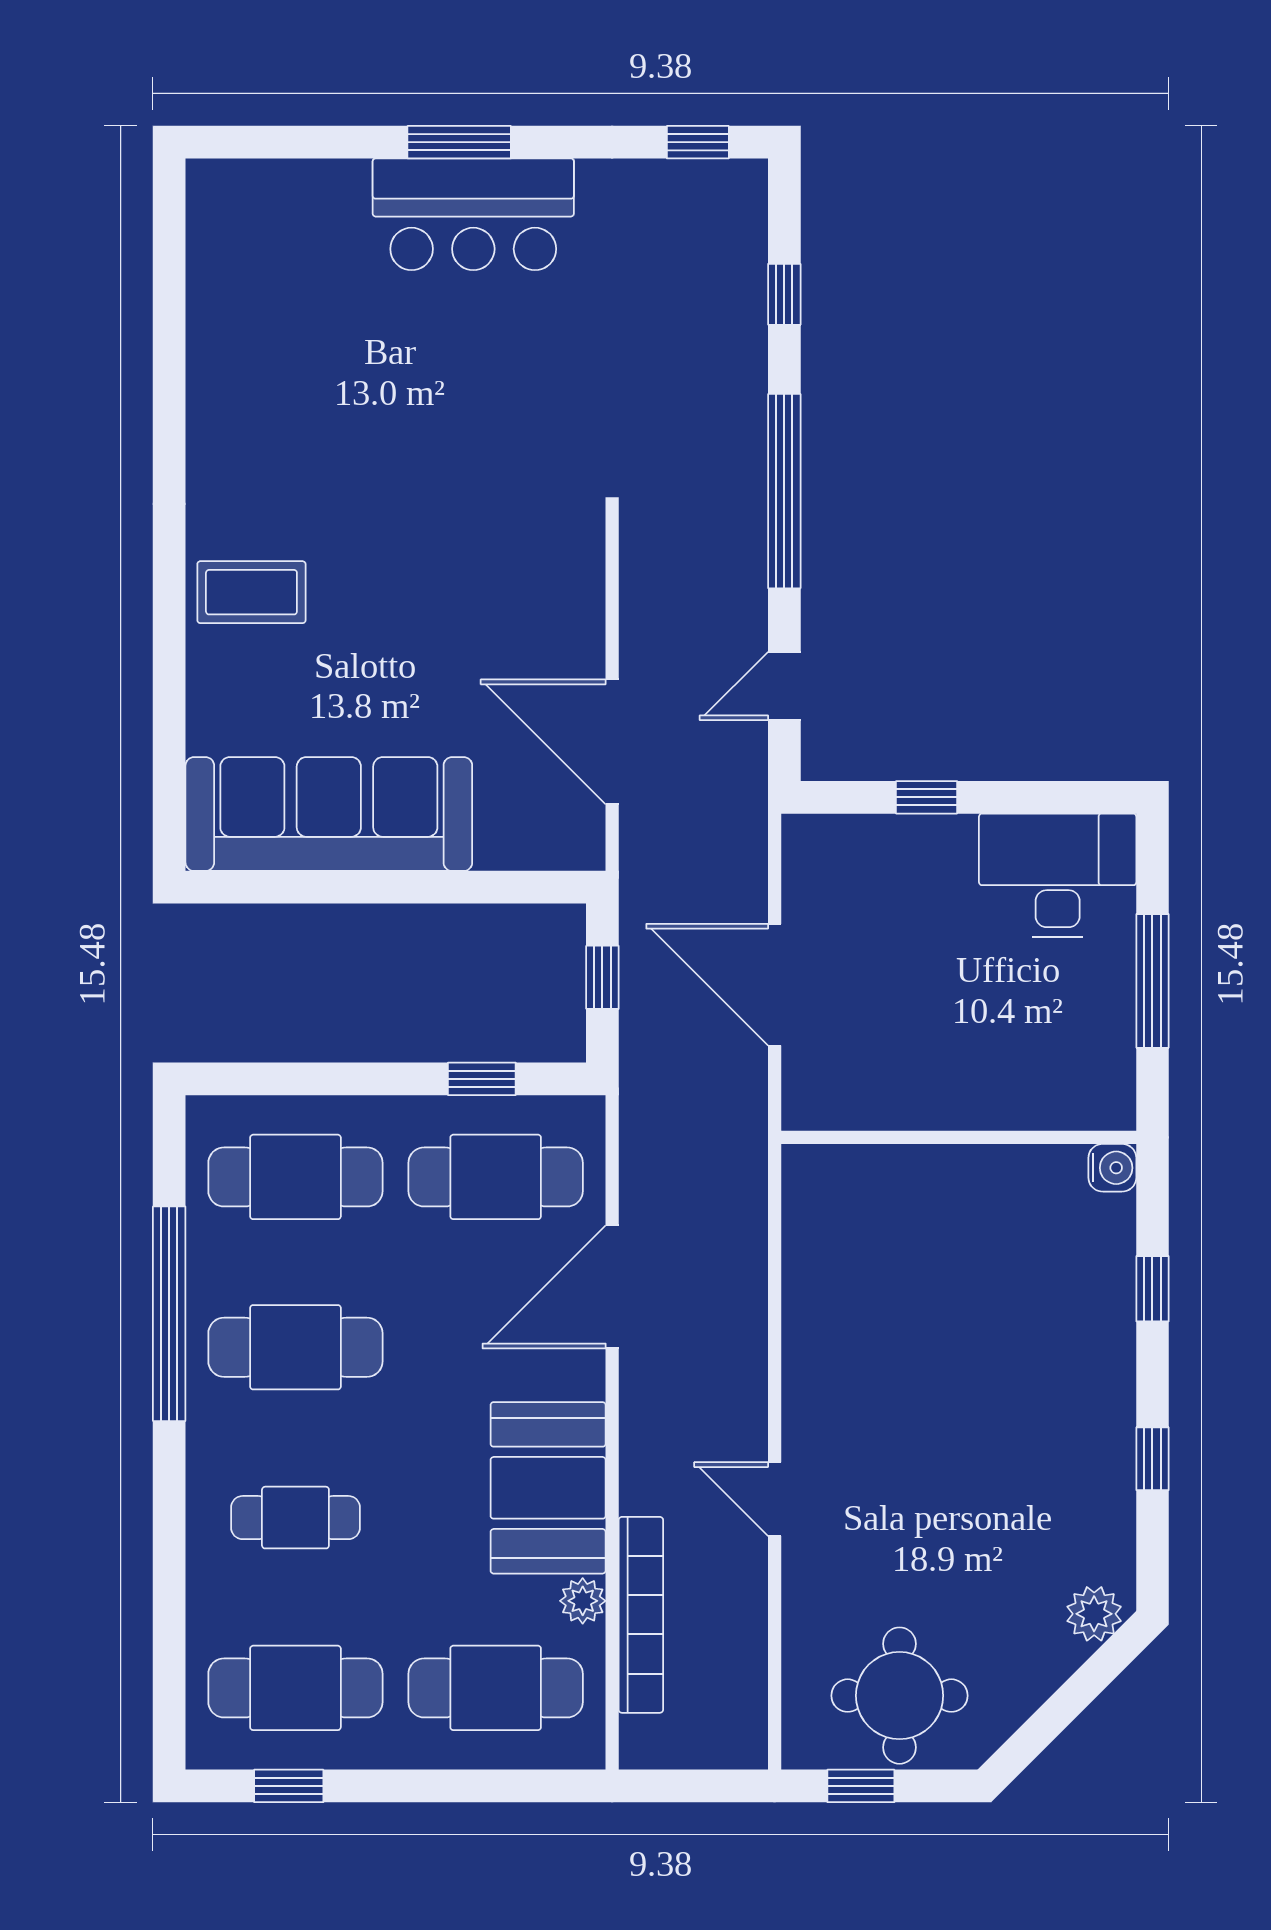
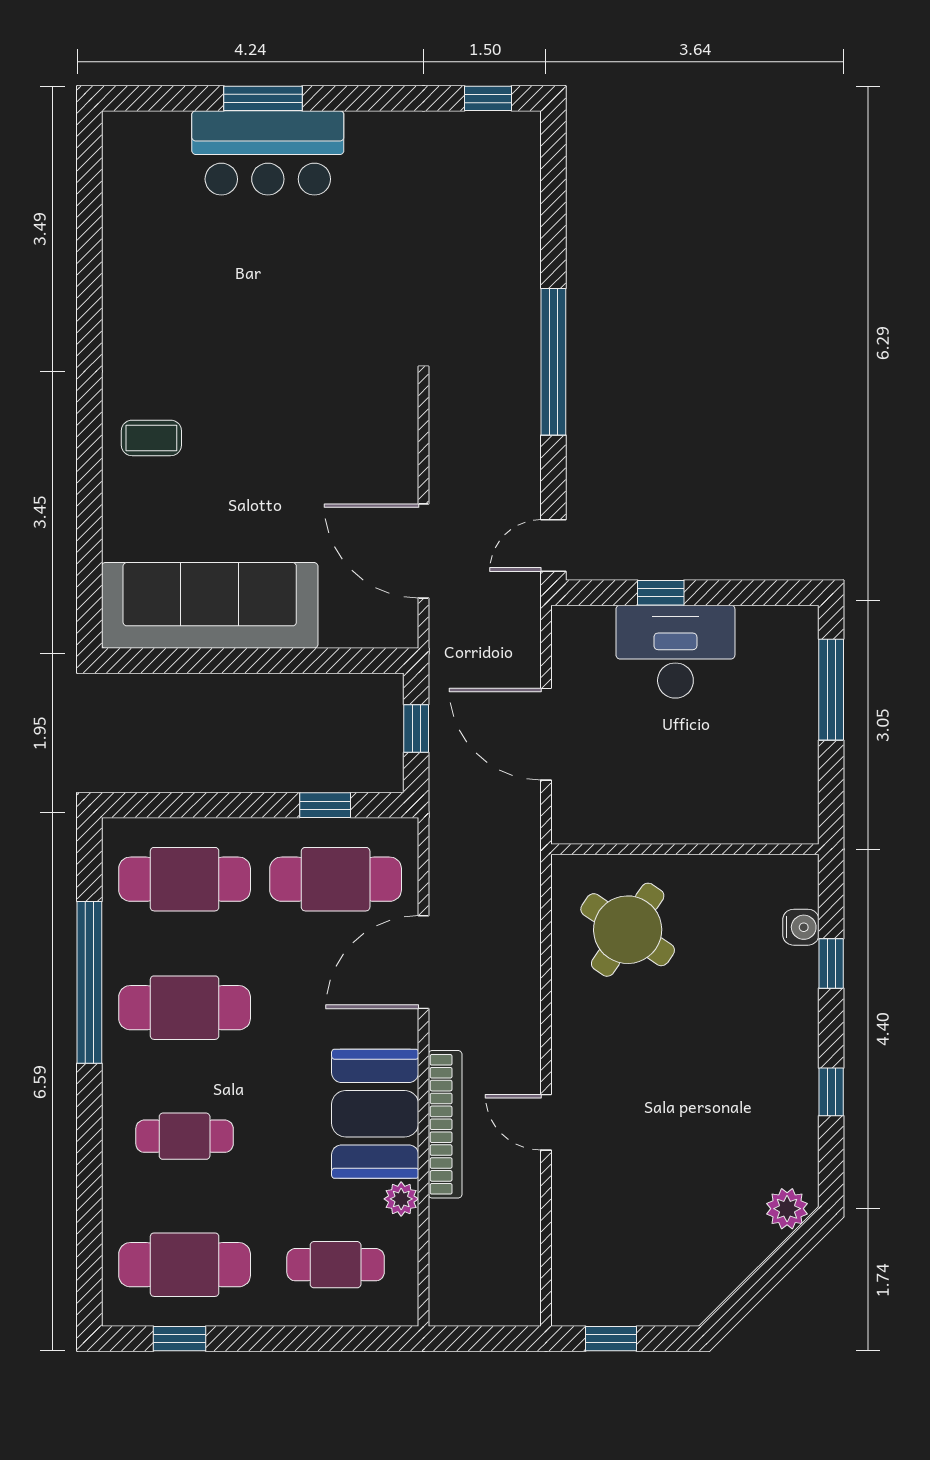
window: (459, 142) -> (263, 98), moved
bar counter: (473, 214) -> (268, 153), moved
window: (784, 294) -> (553, 213), removed
coffee table: (251, 592) -> (151, 438), width x0.73, depth x0.77
door: (784, 686) -> (553, 546), moved
desk: (1058, 875) -> (675, 652), moved
window: (1152, 981) -> (831, 690), moved
water cooler: (1112, 1168) -> (801, 927), moved
bookcase: (641, 1615) -> (445, 1124), moved
cafe table: (496, 1688) -> (336, 1265), width x0.73, depth x0.74
round table: (900, 1696) -> (628, 930), moved, turned 34

